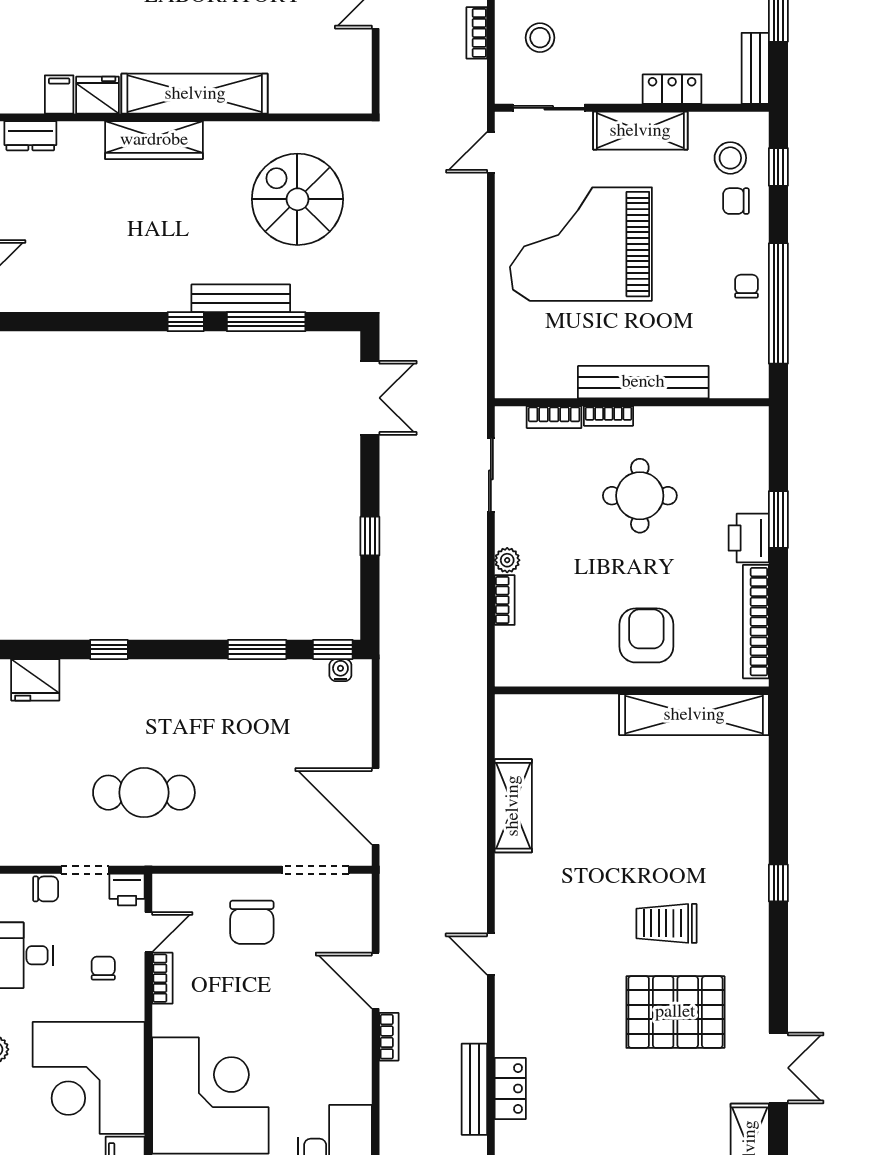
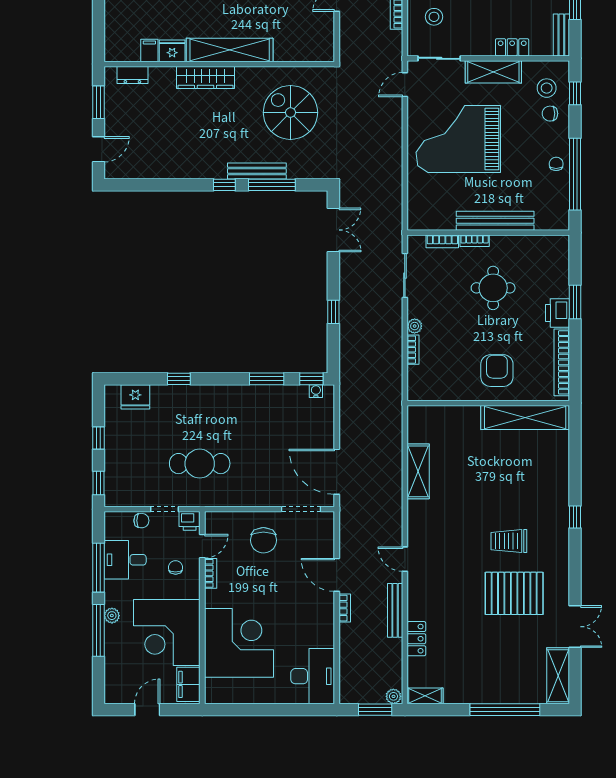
bench: (474, 1089) -> (395, 610), moved

